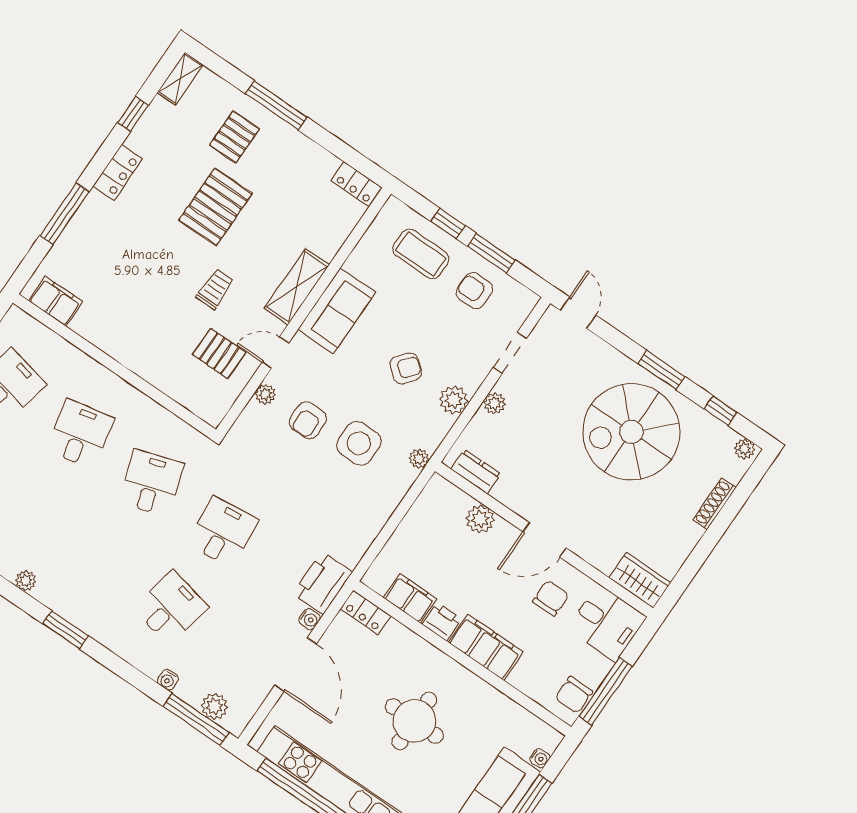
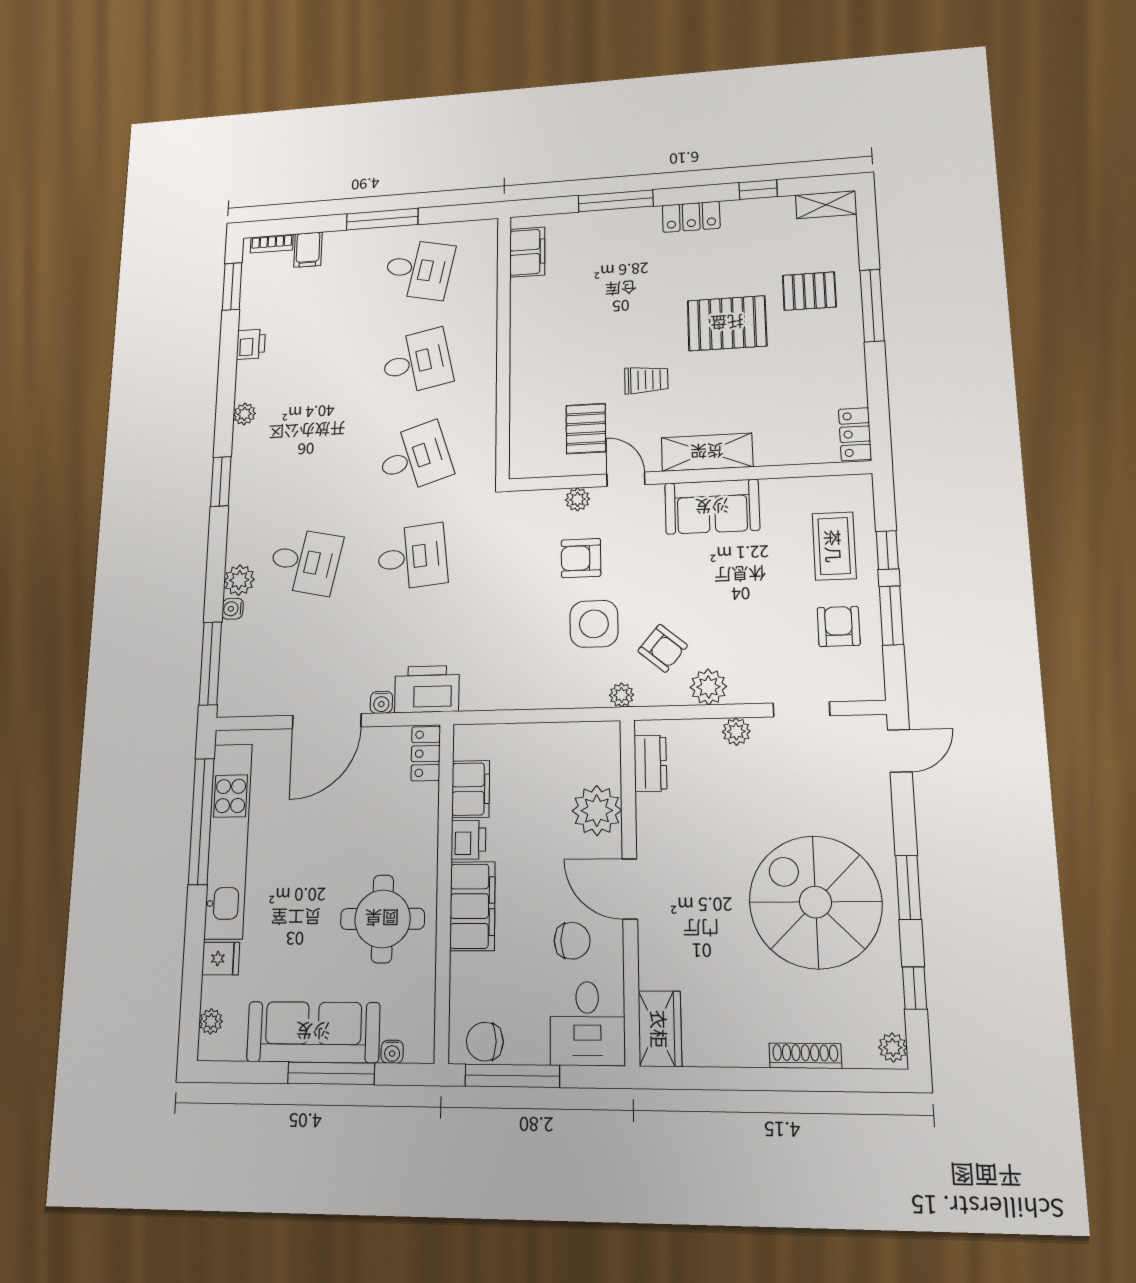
armchair: (406, 368) -> (663, 648), moved
plant: (480, 519) -> (597, 811), width x1.36, depth x1.36
plant: (215, 706) -> (239, 580), moved
round table: (414, 721) -> (382, 919), moved

